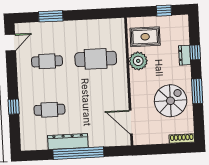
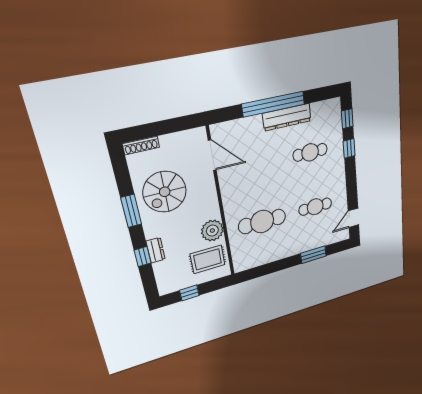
window: (15, 132) -> (347, 119), added

